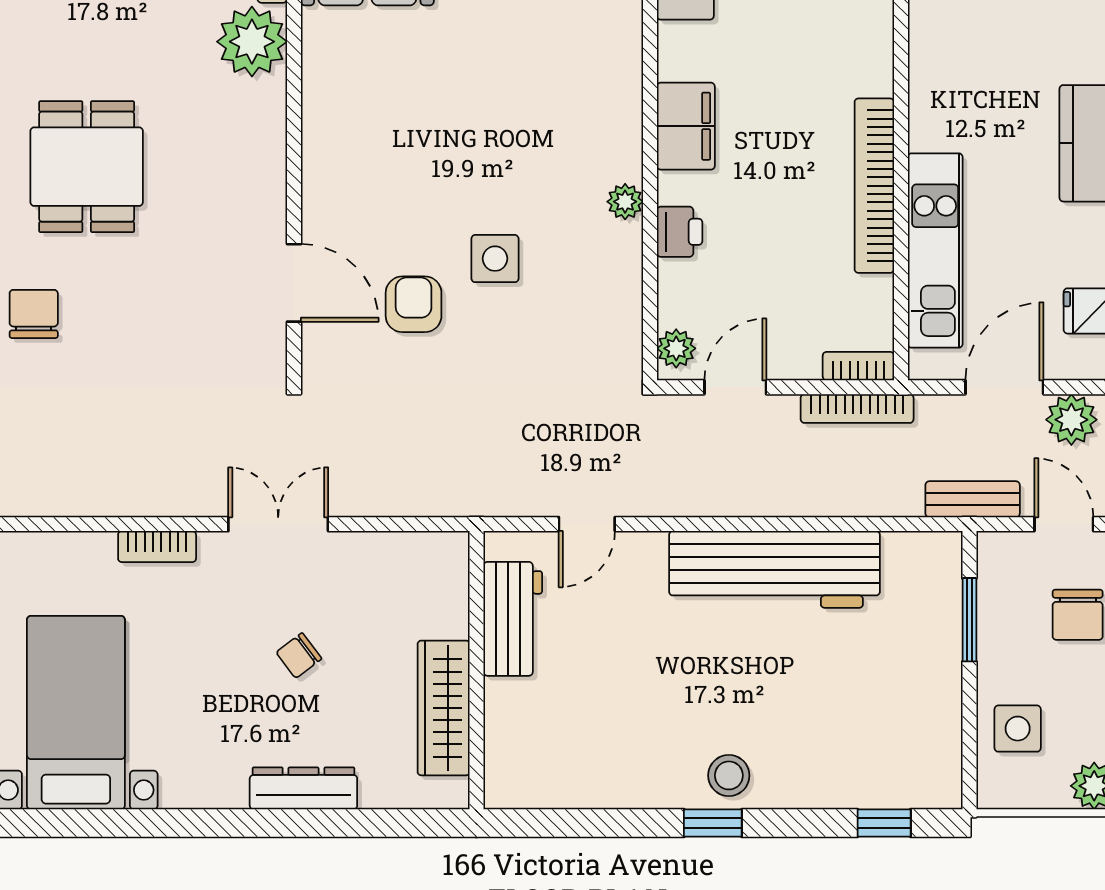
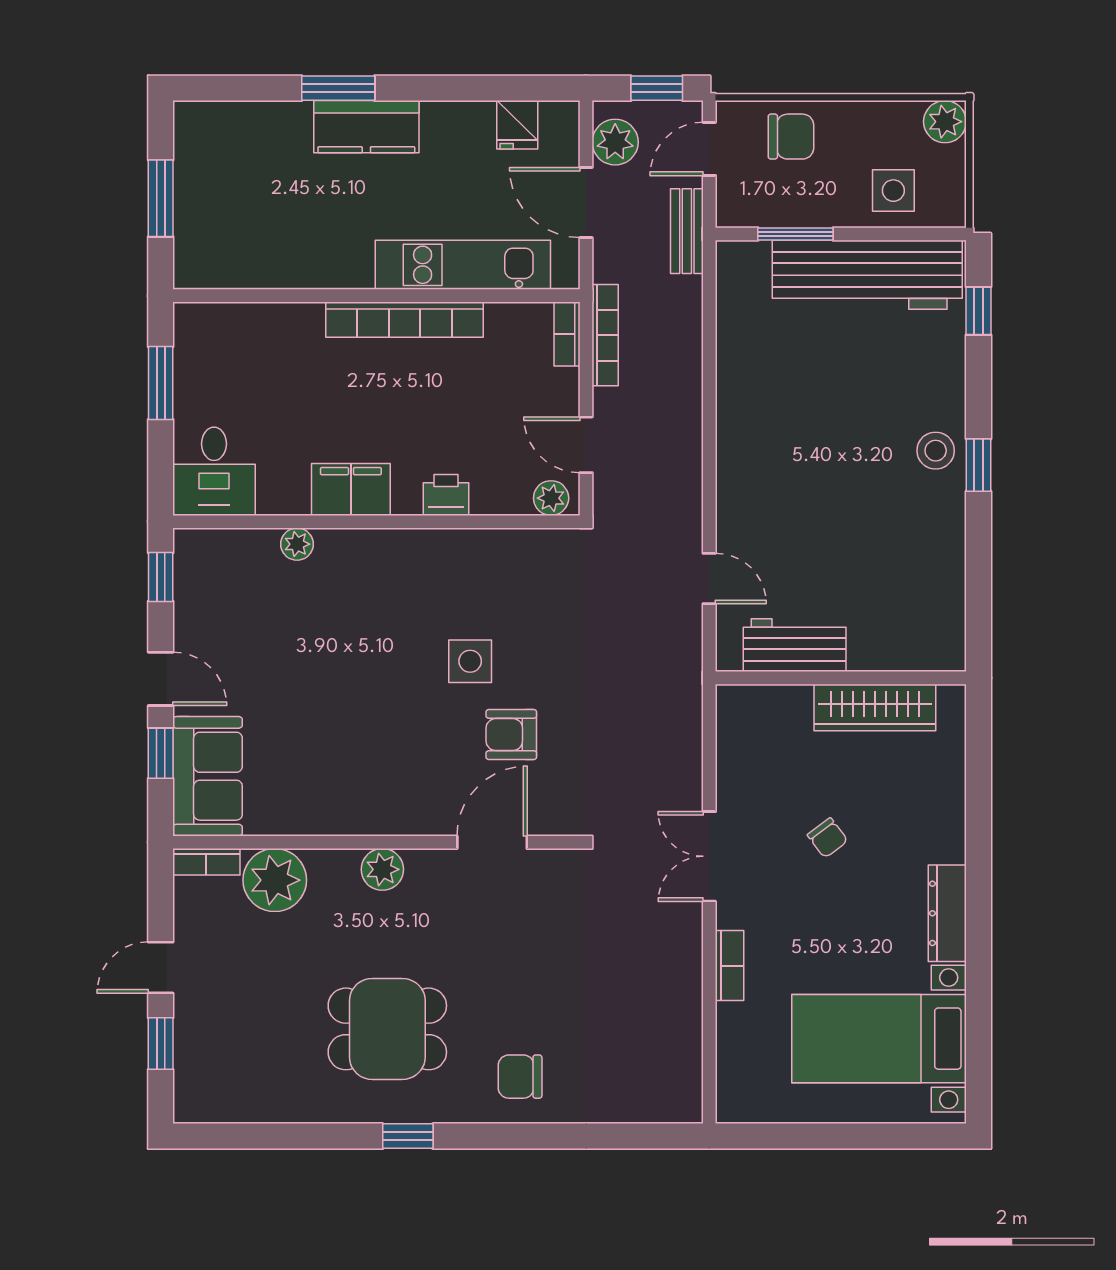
plant: (264, 161) -> (382, 869), added
plant: (625, 202) -> (297, 544), moved
workbench: (774, 569) -> (867, 275), moved, turned 90
dresser: (303, 788) -> (947, 913), moved

